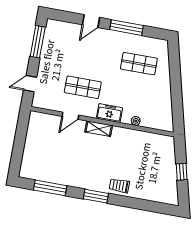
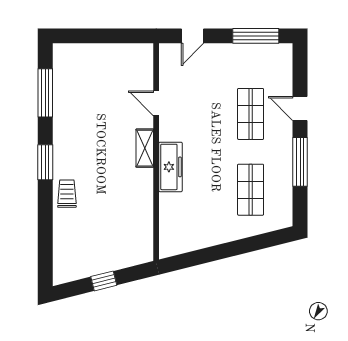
door: (30, 84) -> (193, 36), swing flipped
shop shelf: (83, 87) -> (251, 114), moved
freezer: (109, 113) -> (170, 167), width x1.40
plant: (136, 121) -> (166, 200), removed

